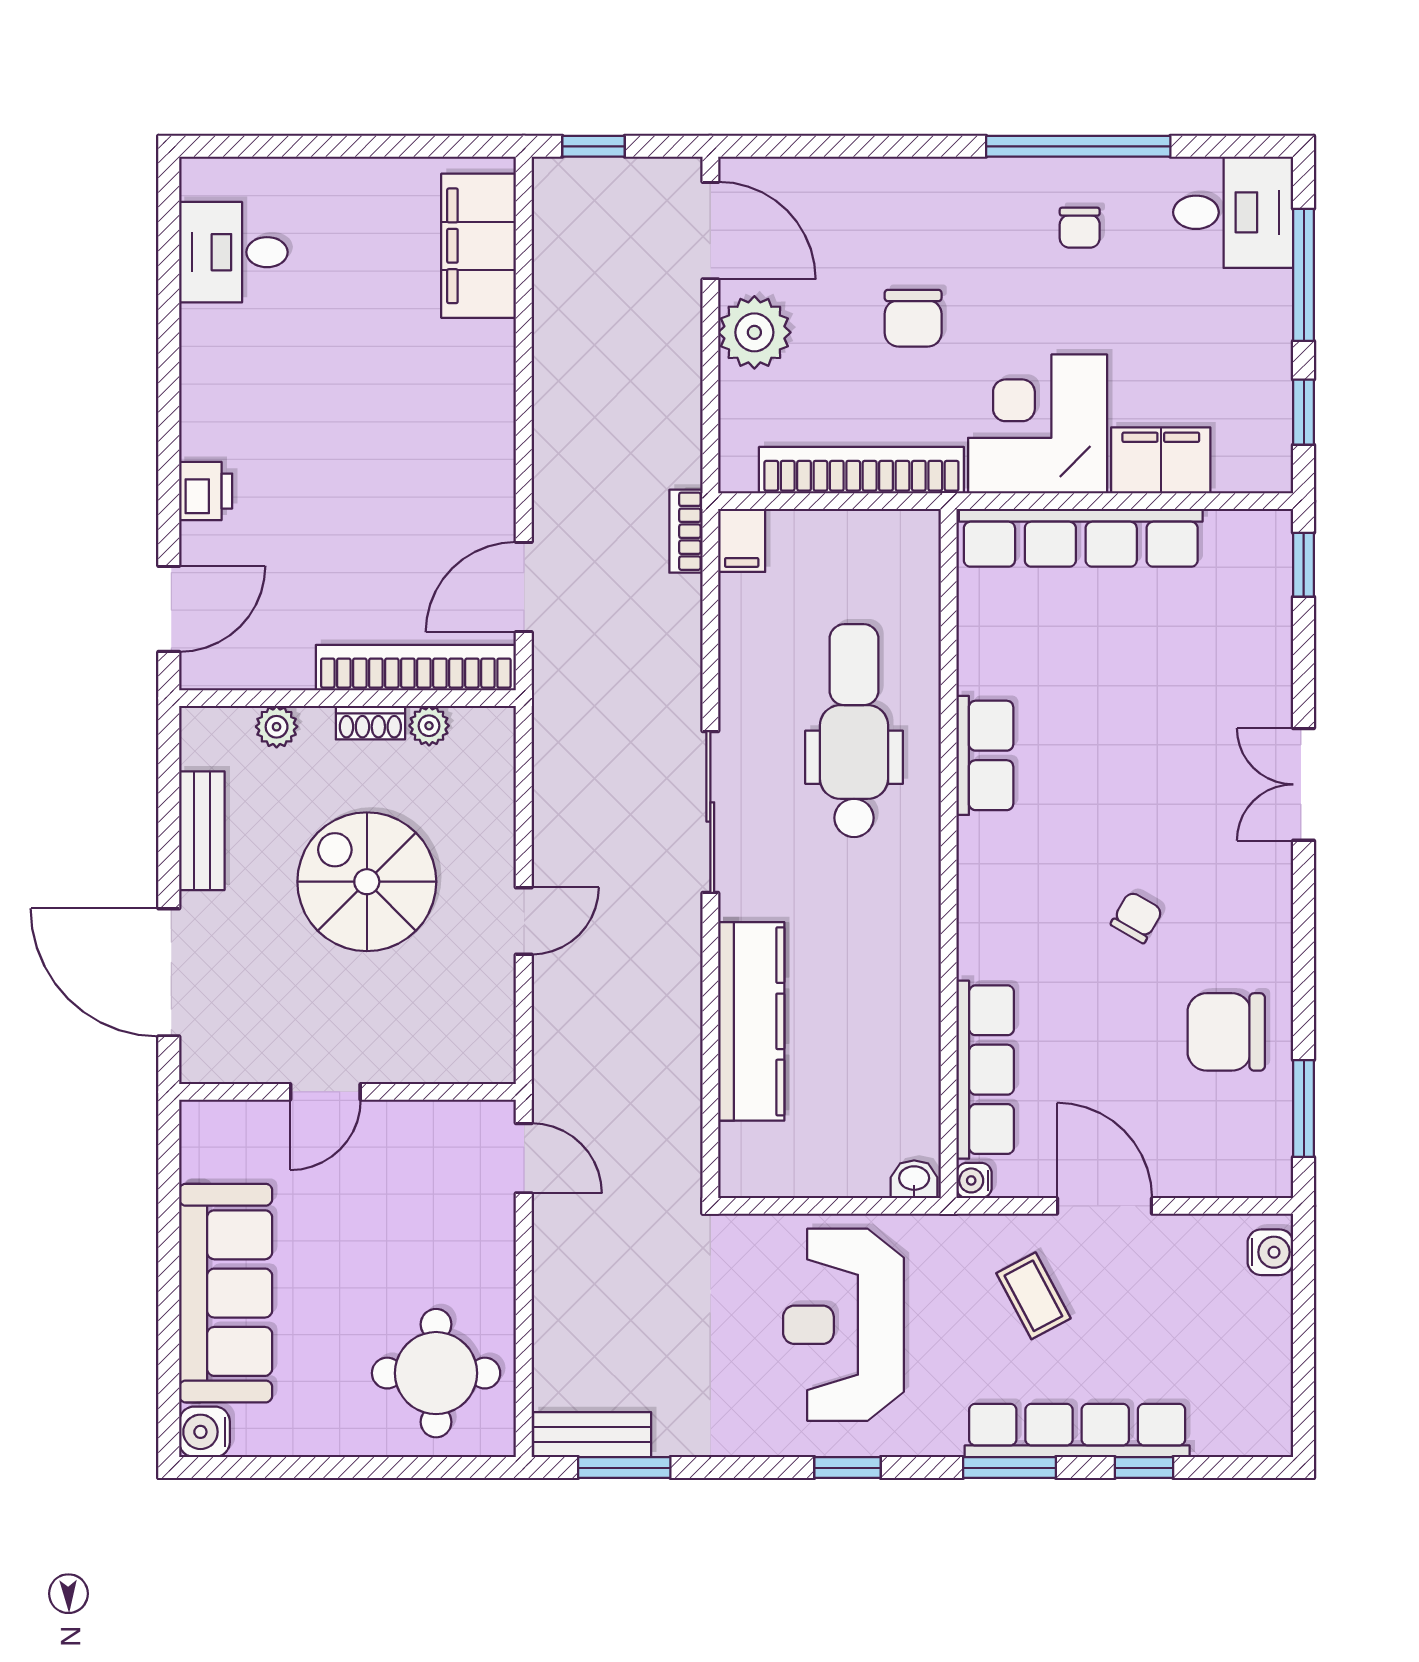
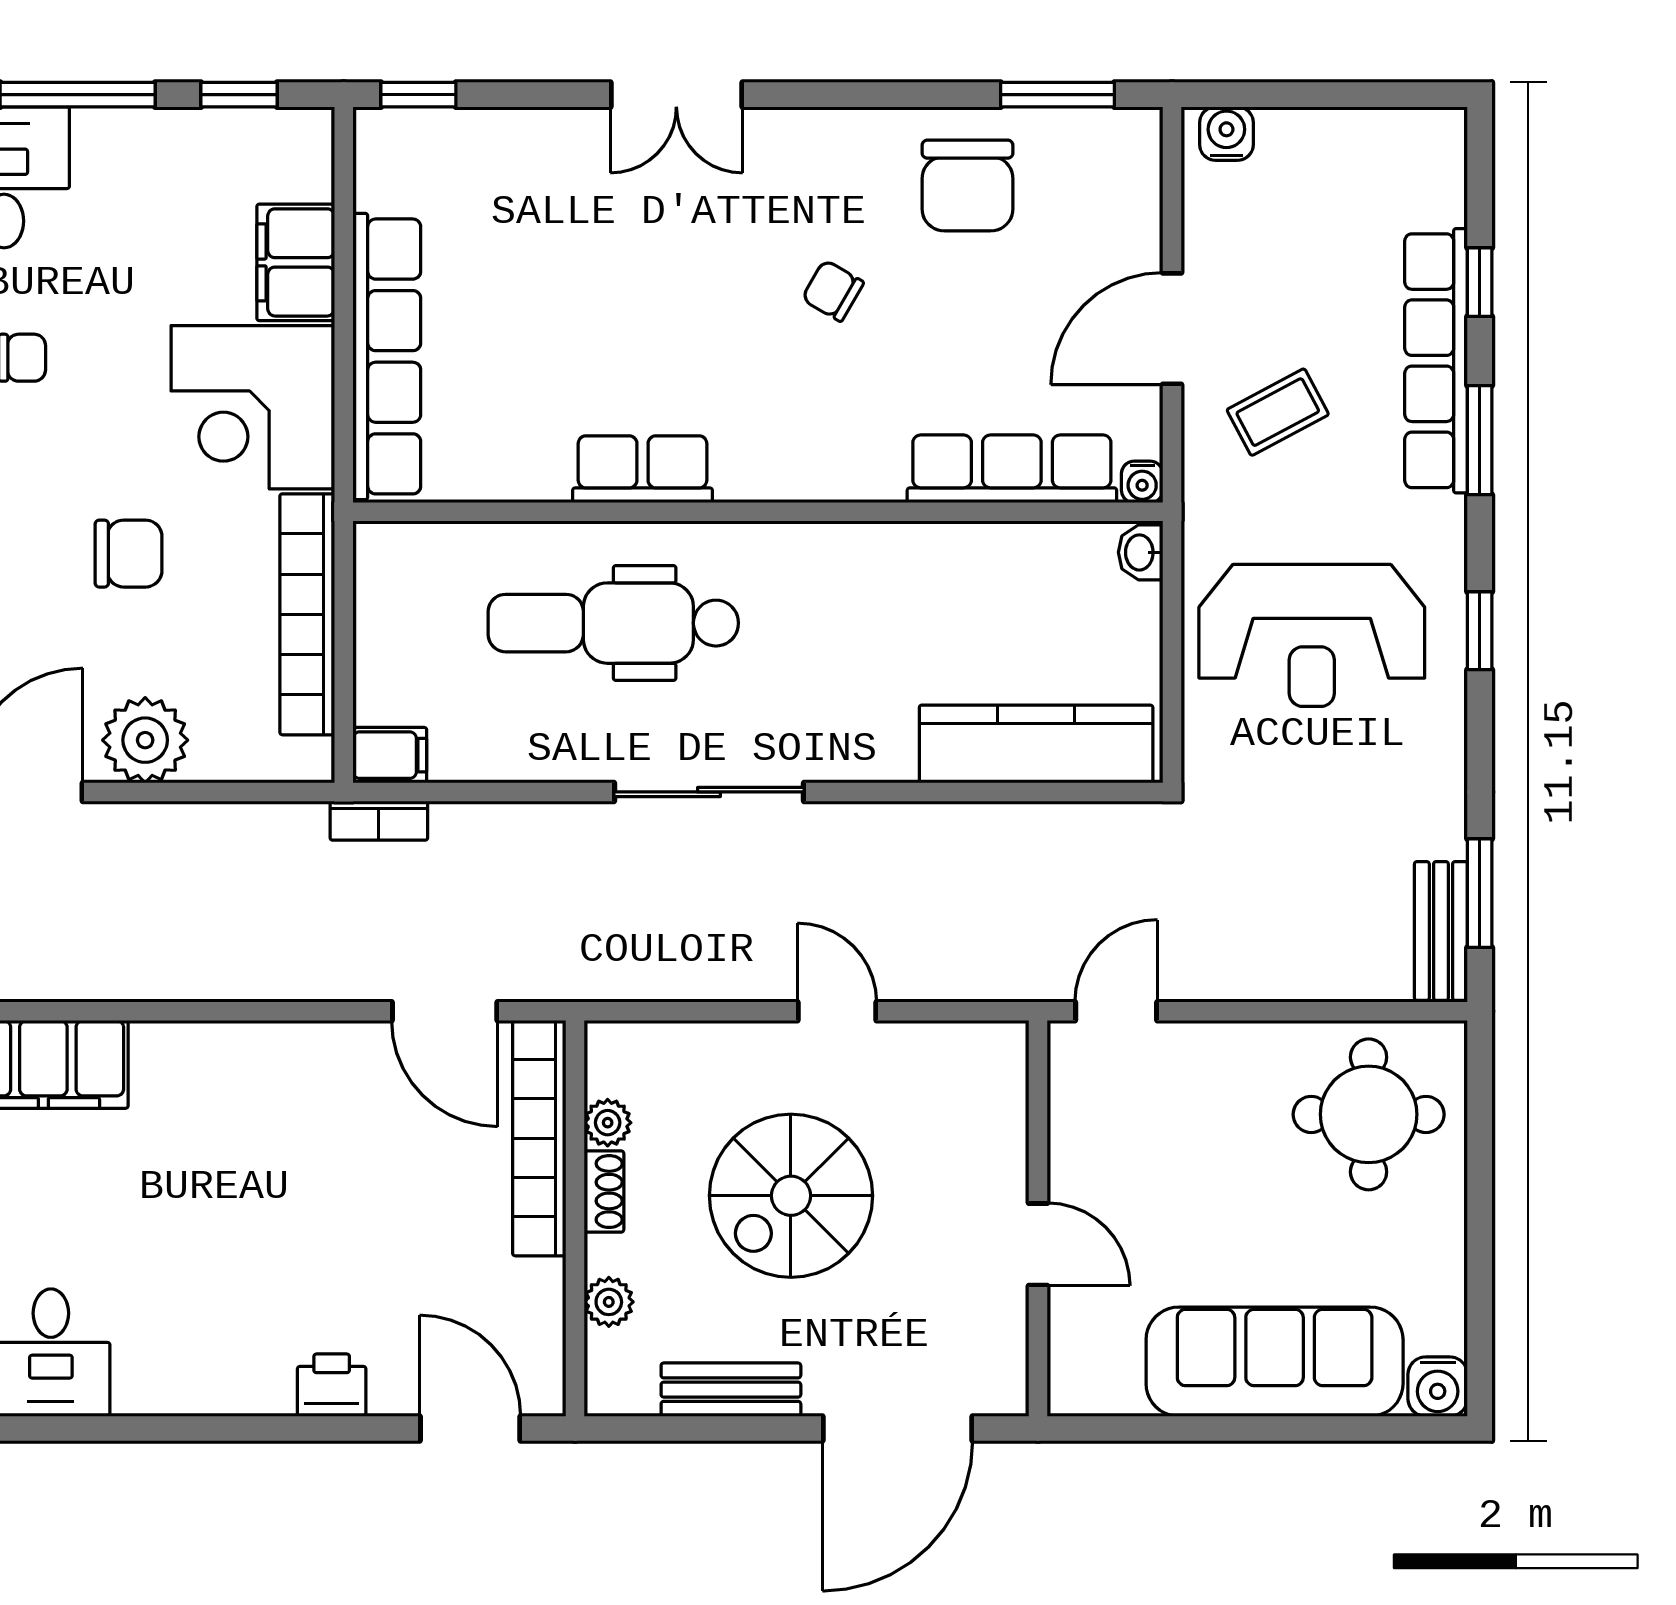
kitchen counter: (751, 1021) -> (1036, 744), moved

